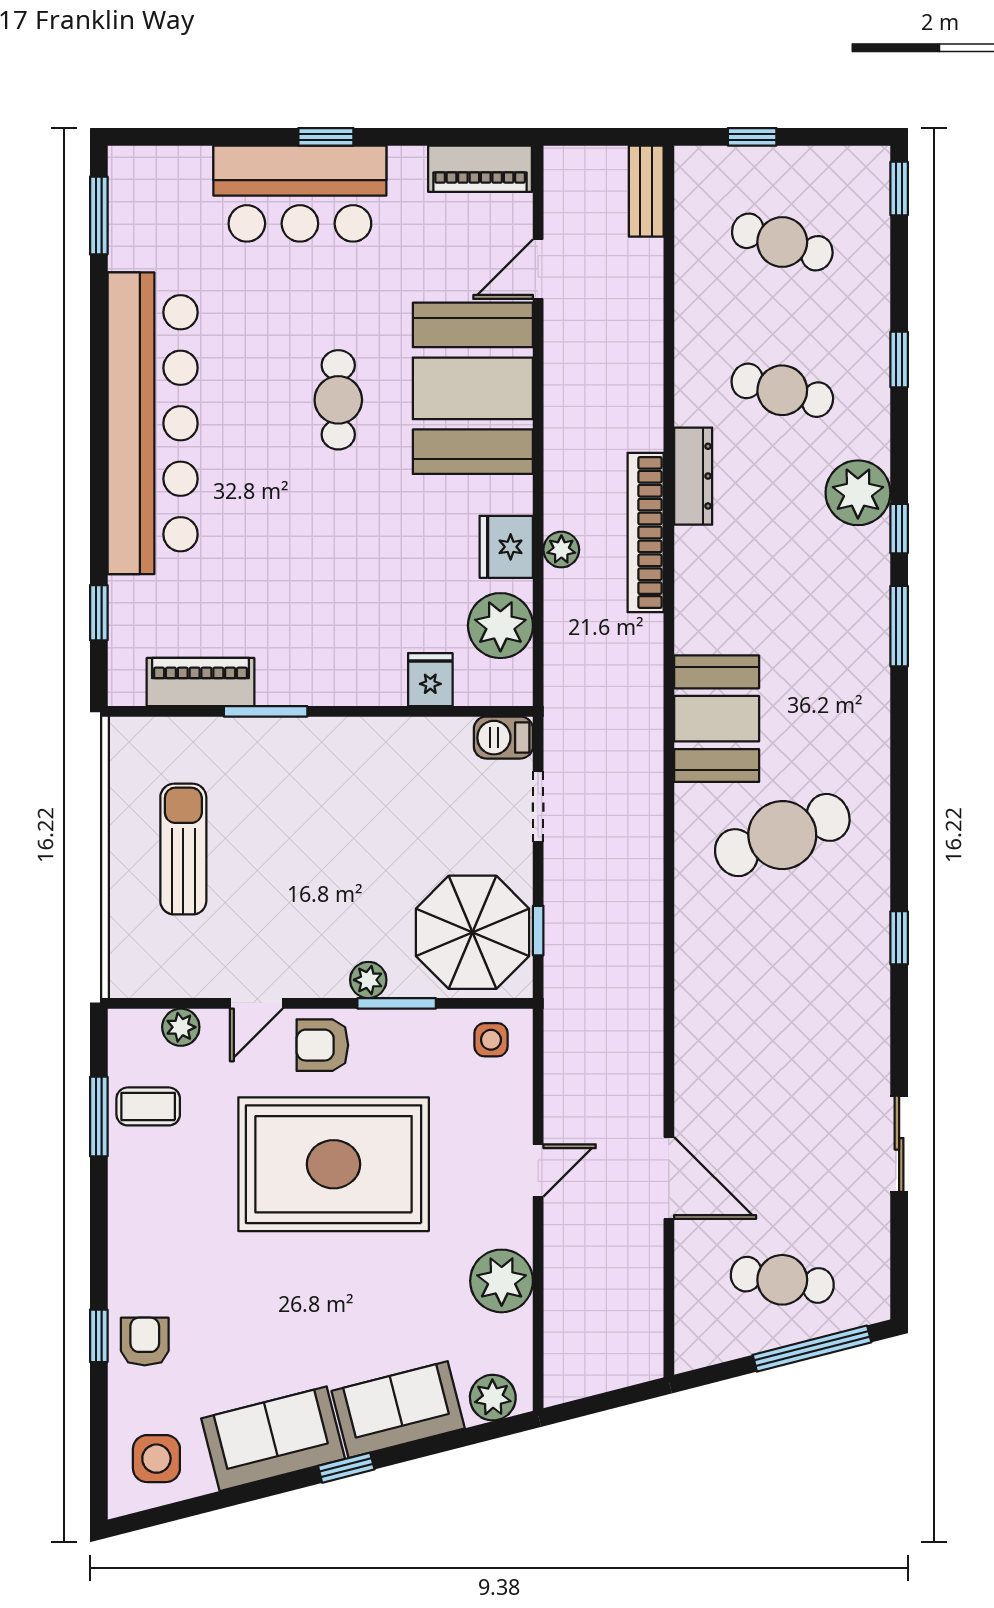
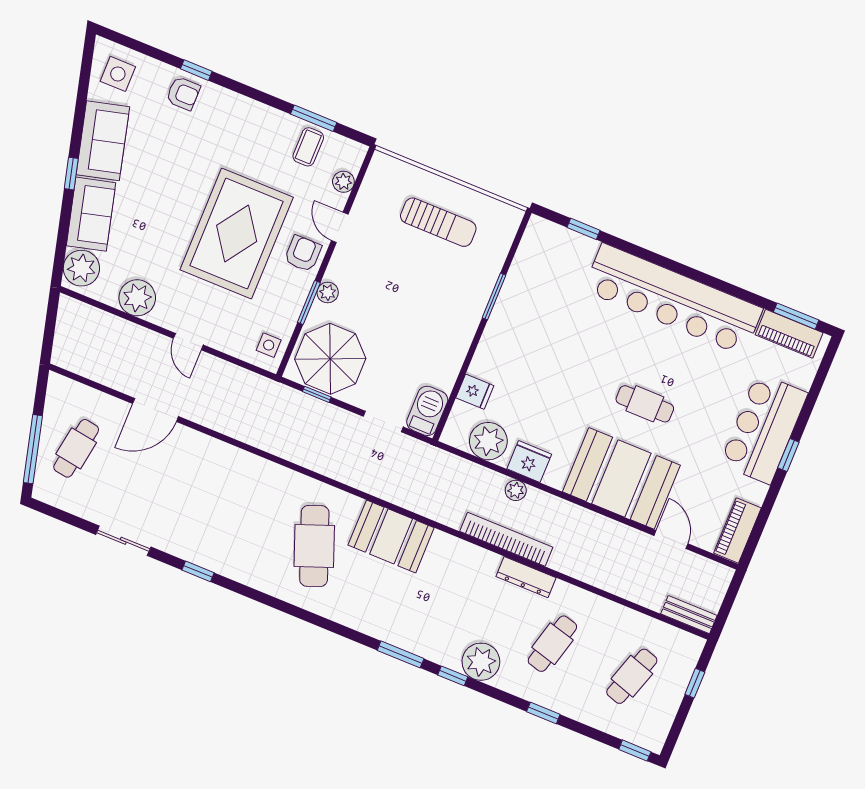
piano: (201, 682) -> (789, 334), moved, turned 90
barbecue: (503, 738) -> (427, 411), width x1.38, depth x1.27
window: (899, 938) -> (198, 571), moved
plant: (493, 1398) -> (81, 268), width x1.36, depth x1.36

